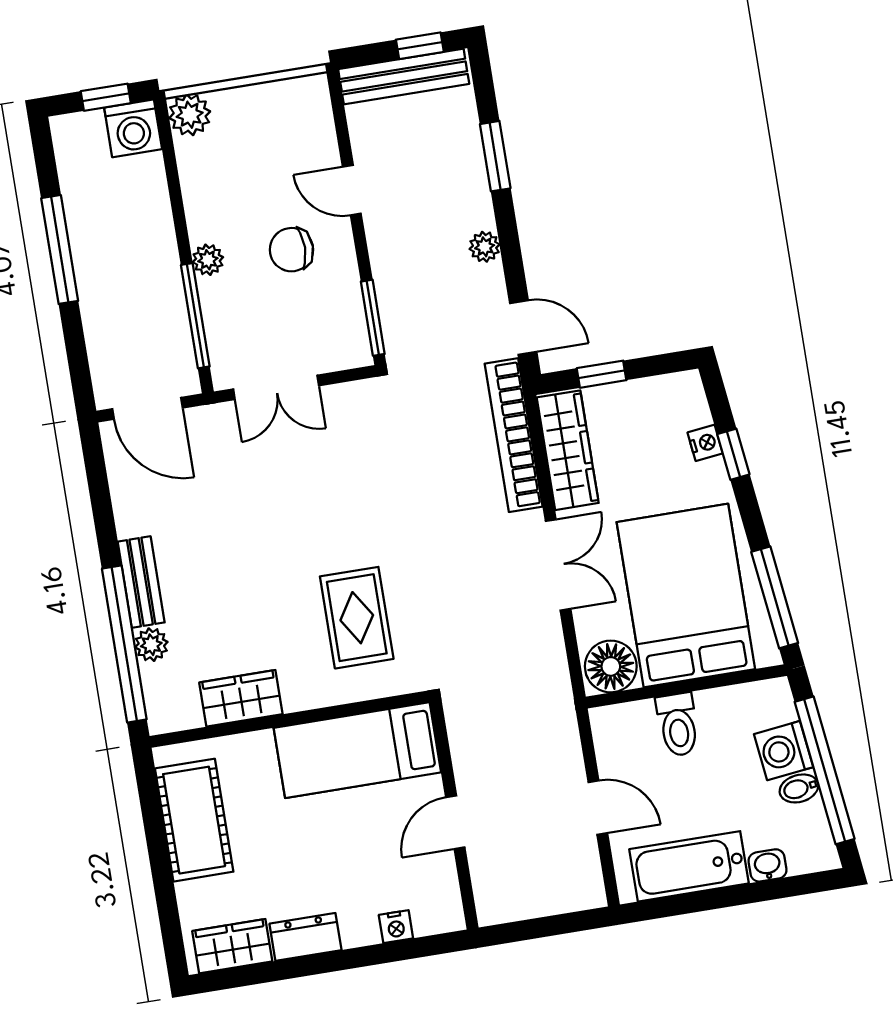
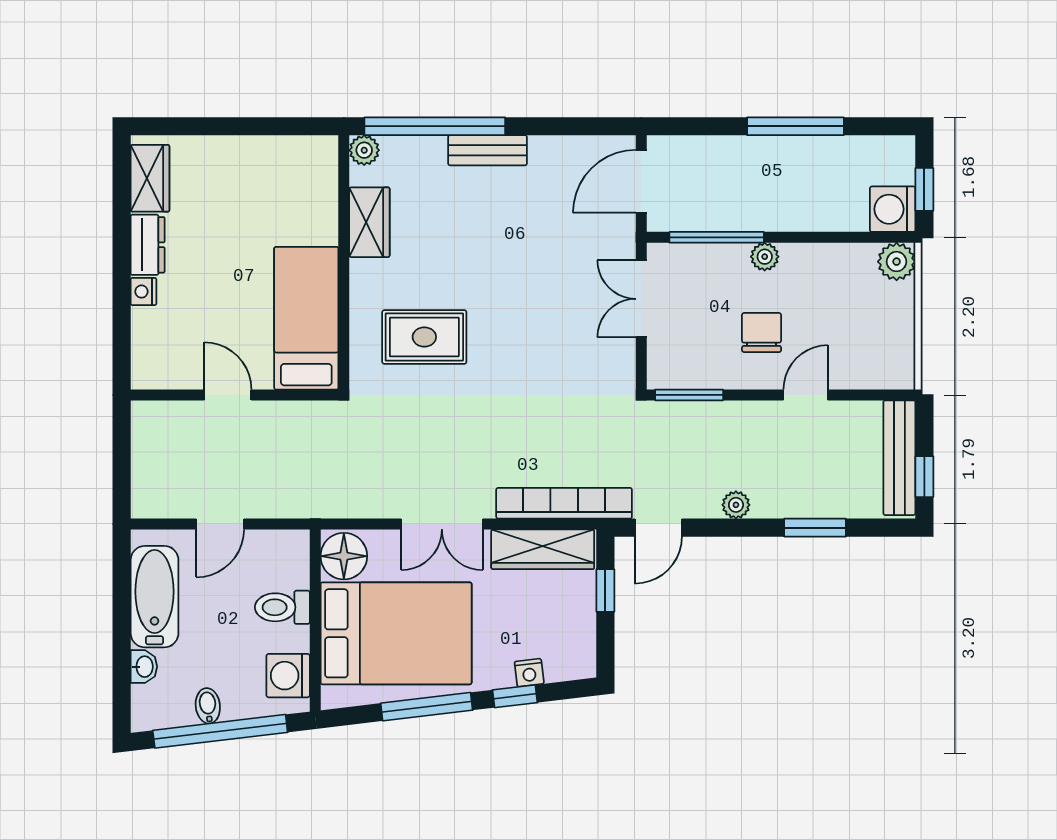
window: (775, 597) -> (427, 707), moved
plant: (151, 645) -> (364, 150), moved
washing machine: (784, 751) -> (288, 676), moved, turned -83
cot: (194, 820) -> (268, 163), removed
nightstand: (396, 927) -> (144, 292), moved

